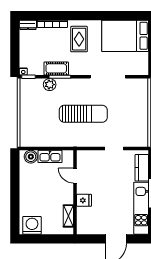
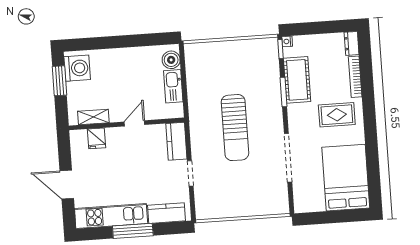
cot: (56, 68) -> (297, 80), width x1.37, depth x1.34
plant: (50, 85) -> (272, 79), removed
kitchen counter: (90, 157) -> (176, 141), added
door: (75, 176) -> (134, 123), moved
fridge: (84, 200) -> (97, 138), moved
window: (40, 239) -> (59, 81), added

